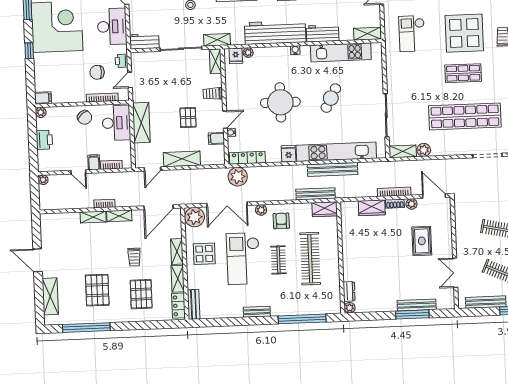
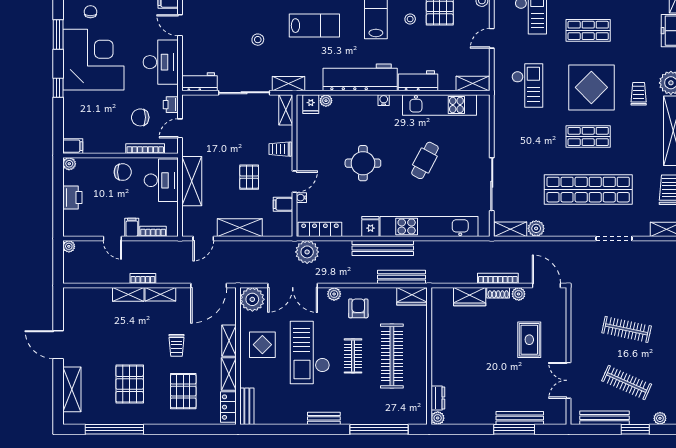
checkout: (412, 34) -> (527, 86), turned 180
round table: (280, 102) -> (363, 163), width x0.73, depth x0.73
chair: (85, 117) -> (123, 172), turned -50
bench: (333, 169) -> (383, 248), moved

